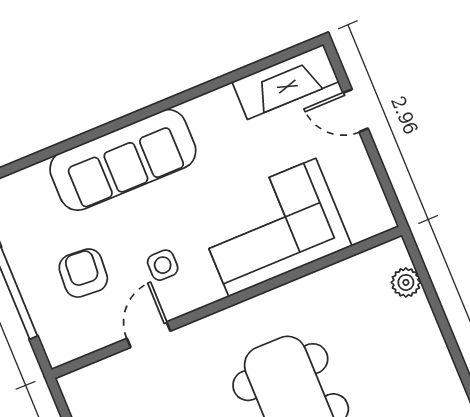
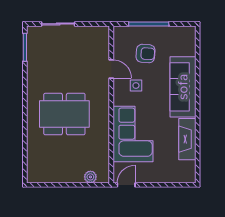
fireplace: (285, 82) -> (187, 139), moved
door: (356, 111) -> (126, 185), moved

